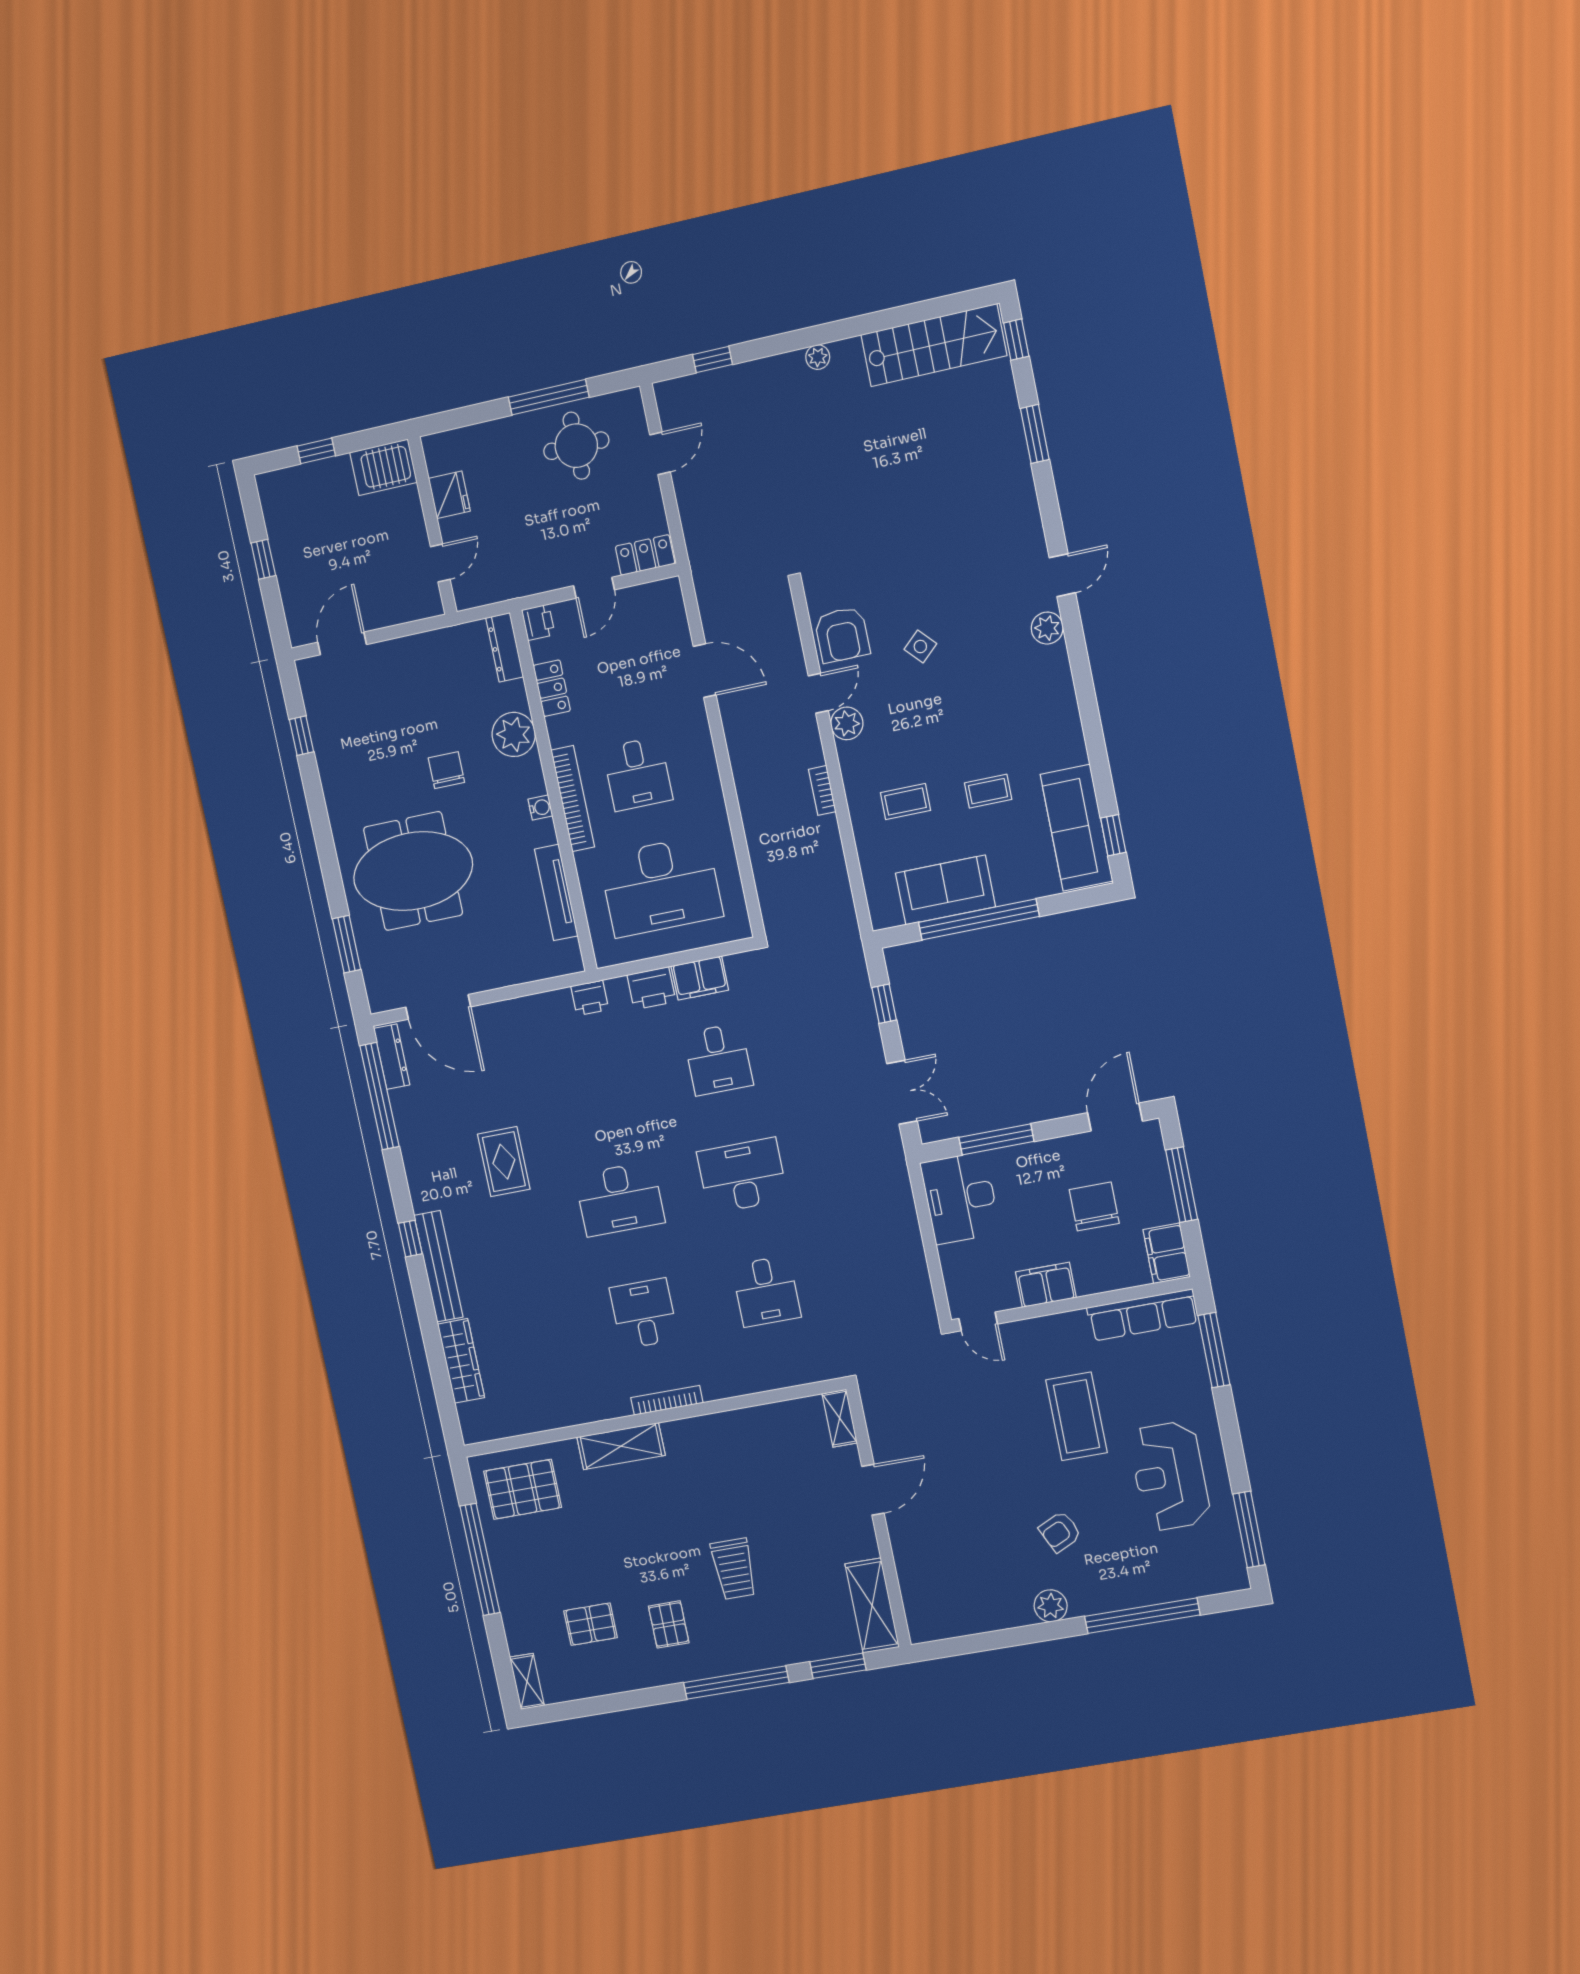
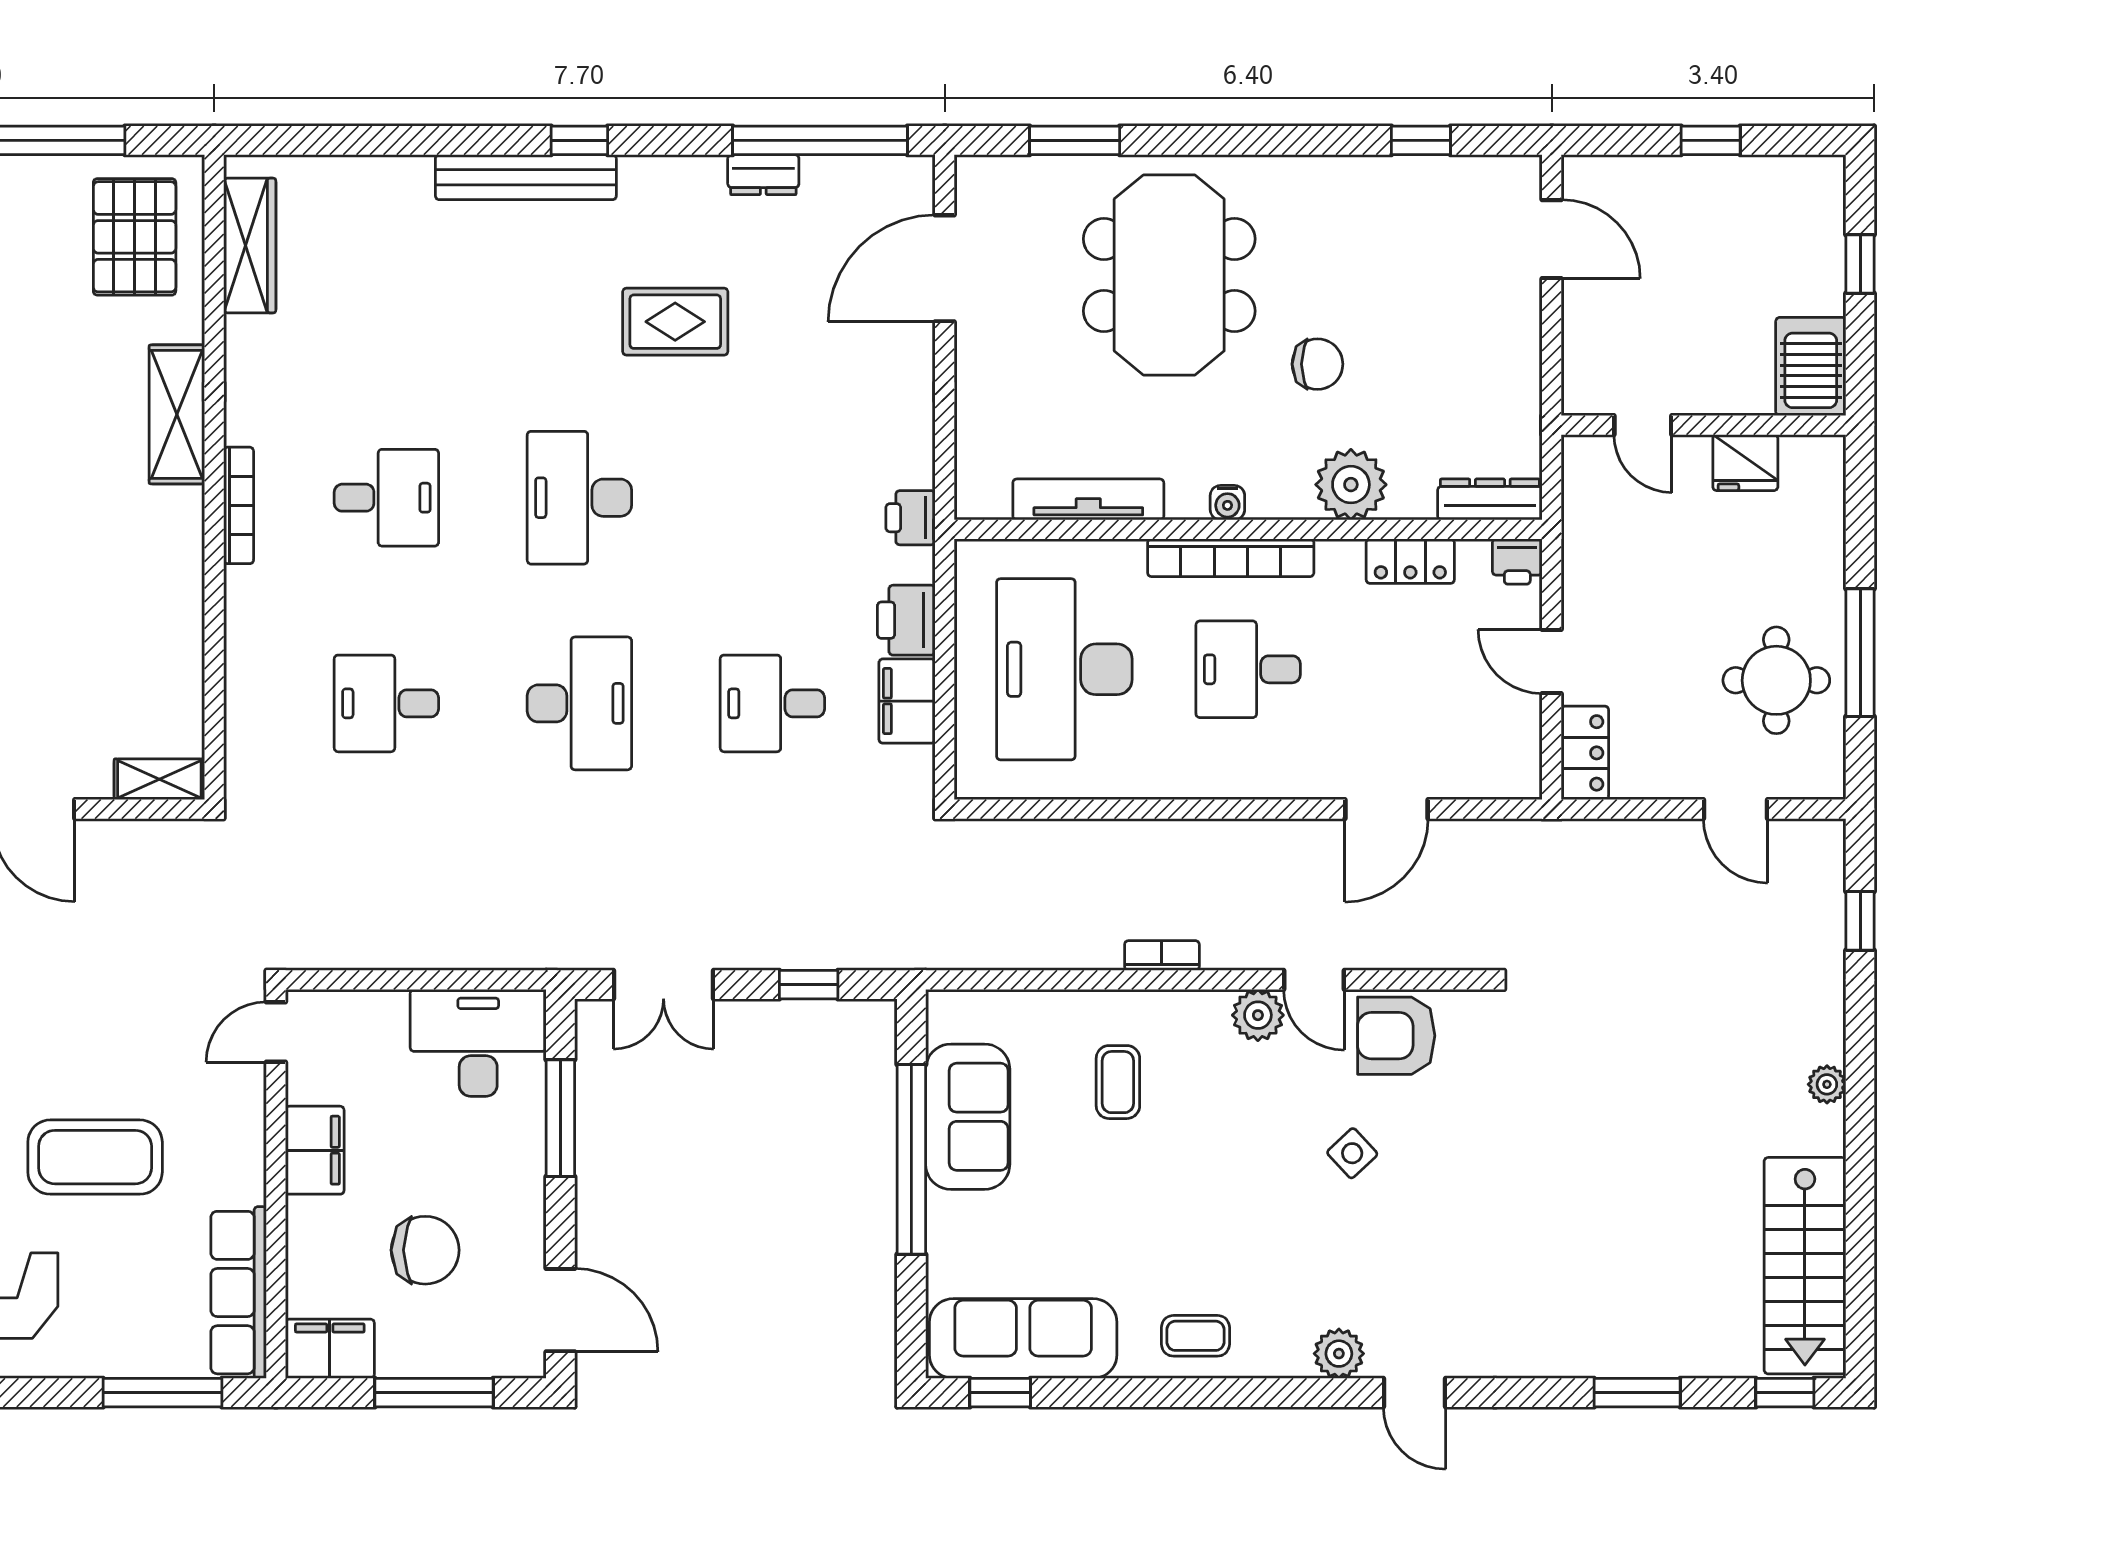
coffee table: (988, 791) -> (1195, 1336), moved, turned 90
dresser: (392, 1057) -> (763, 175), moved, width x0.70
wardrobe: (461, 1361) -> (250, 246), moved, turned -90

